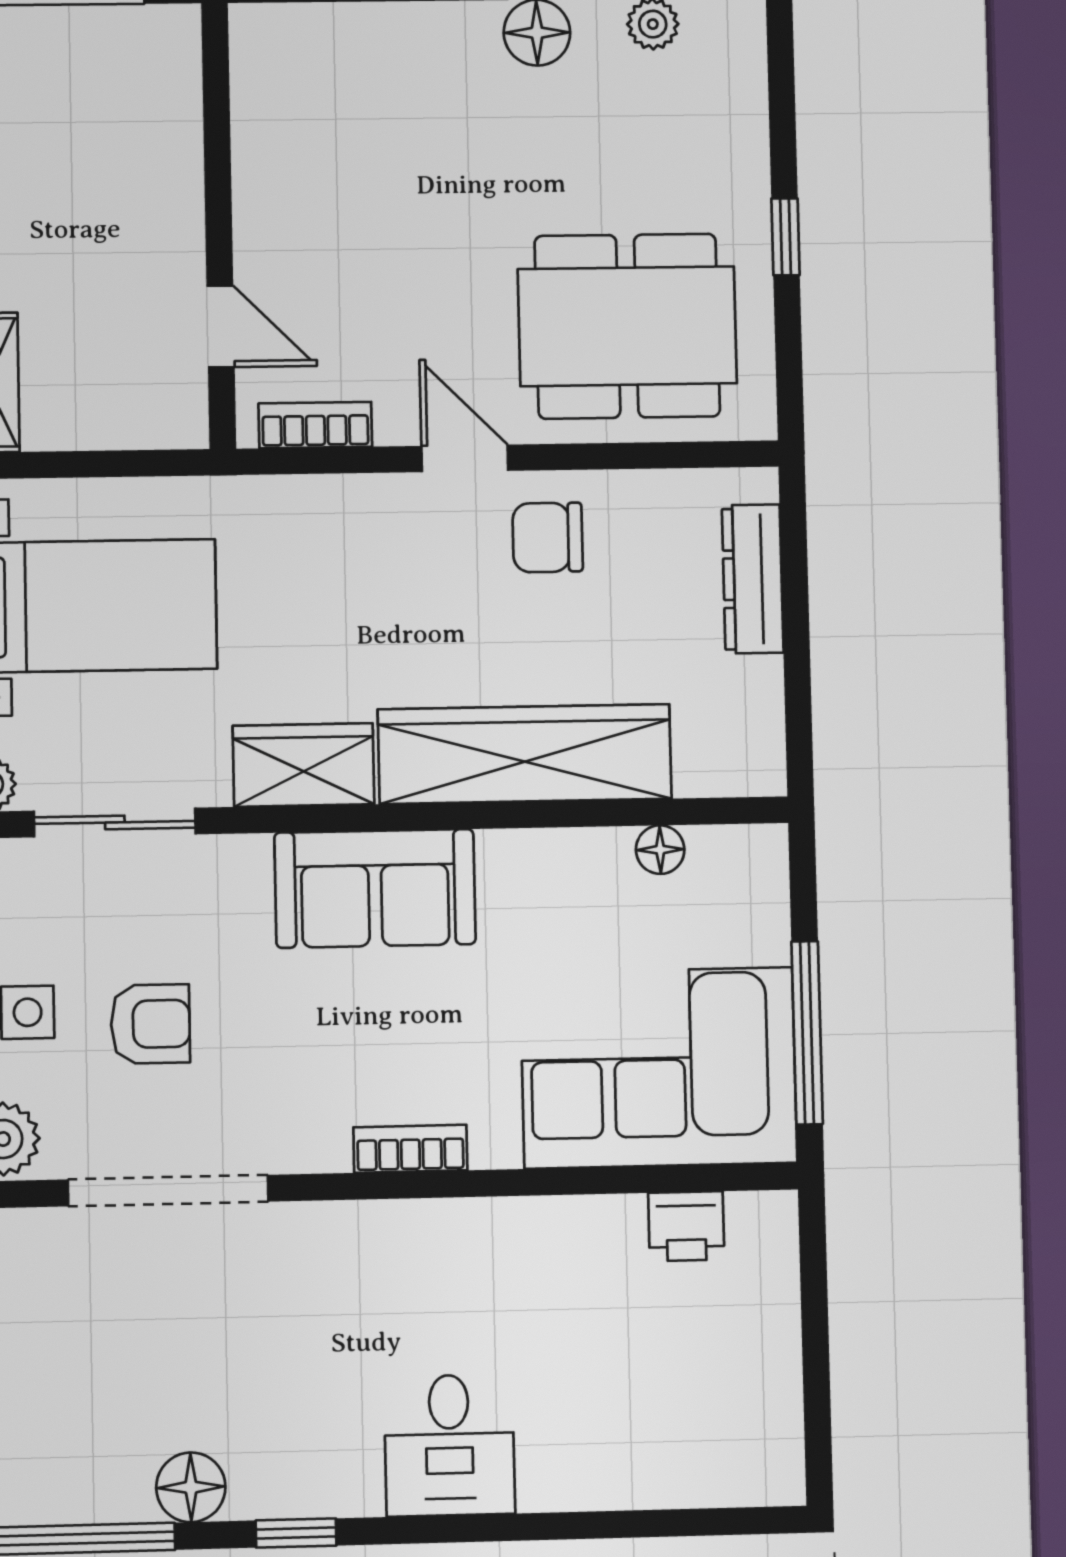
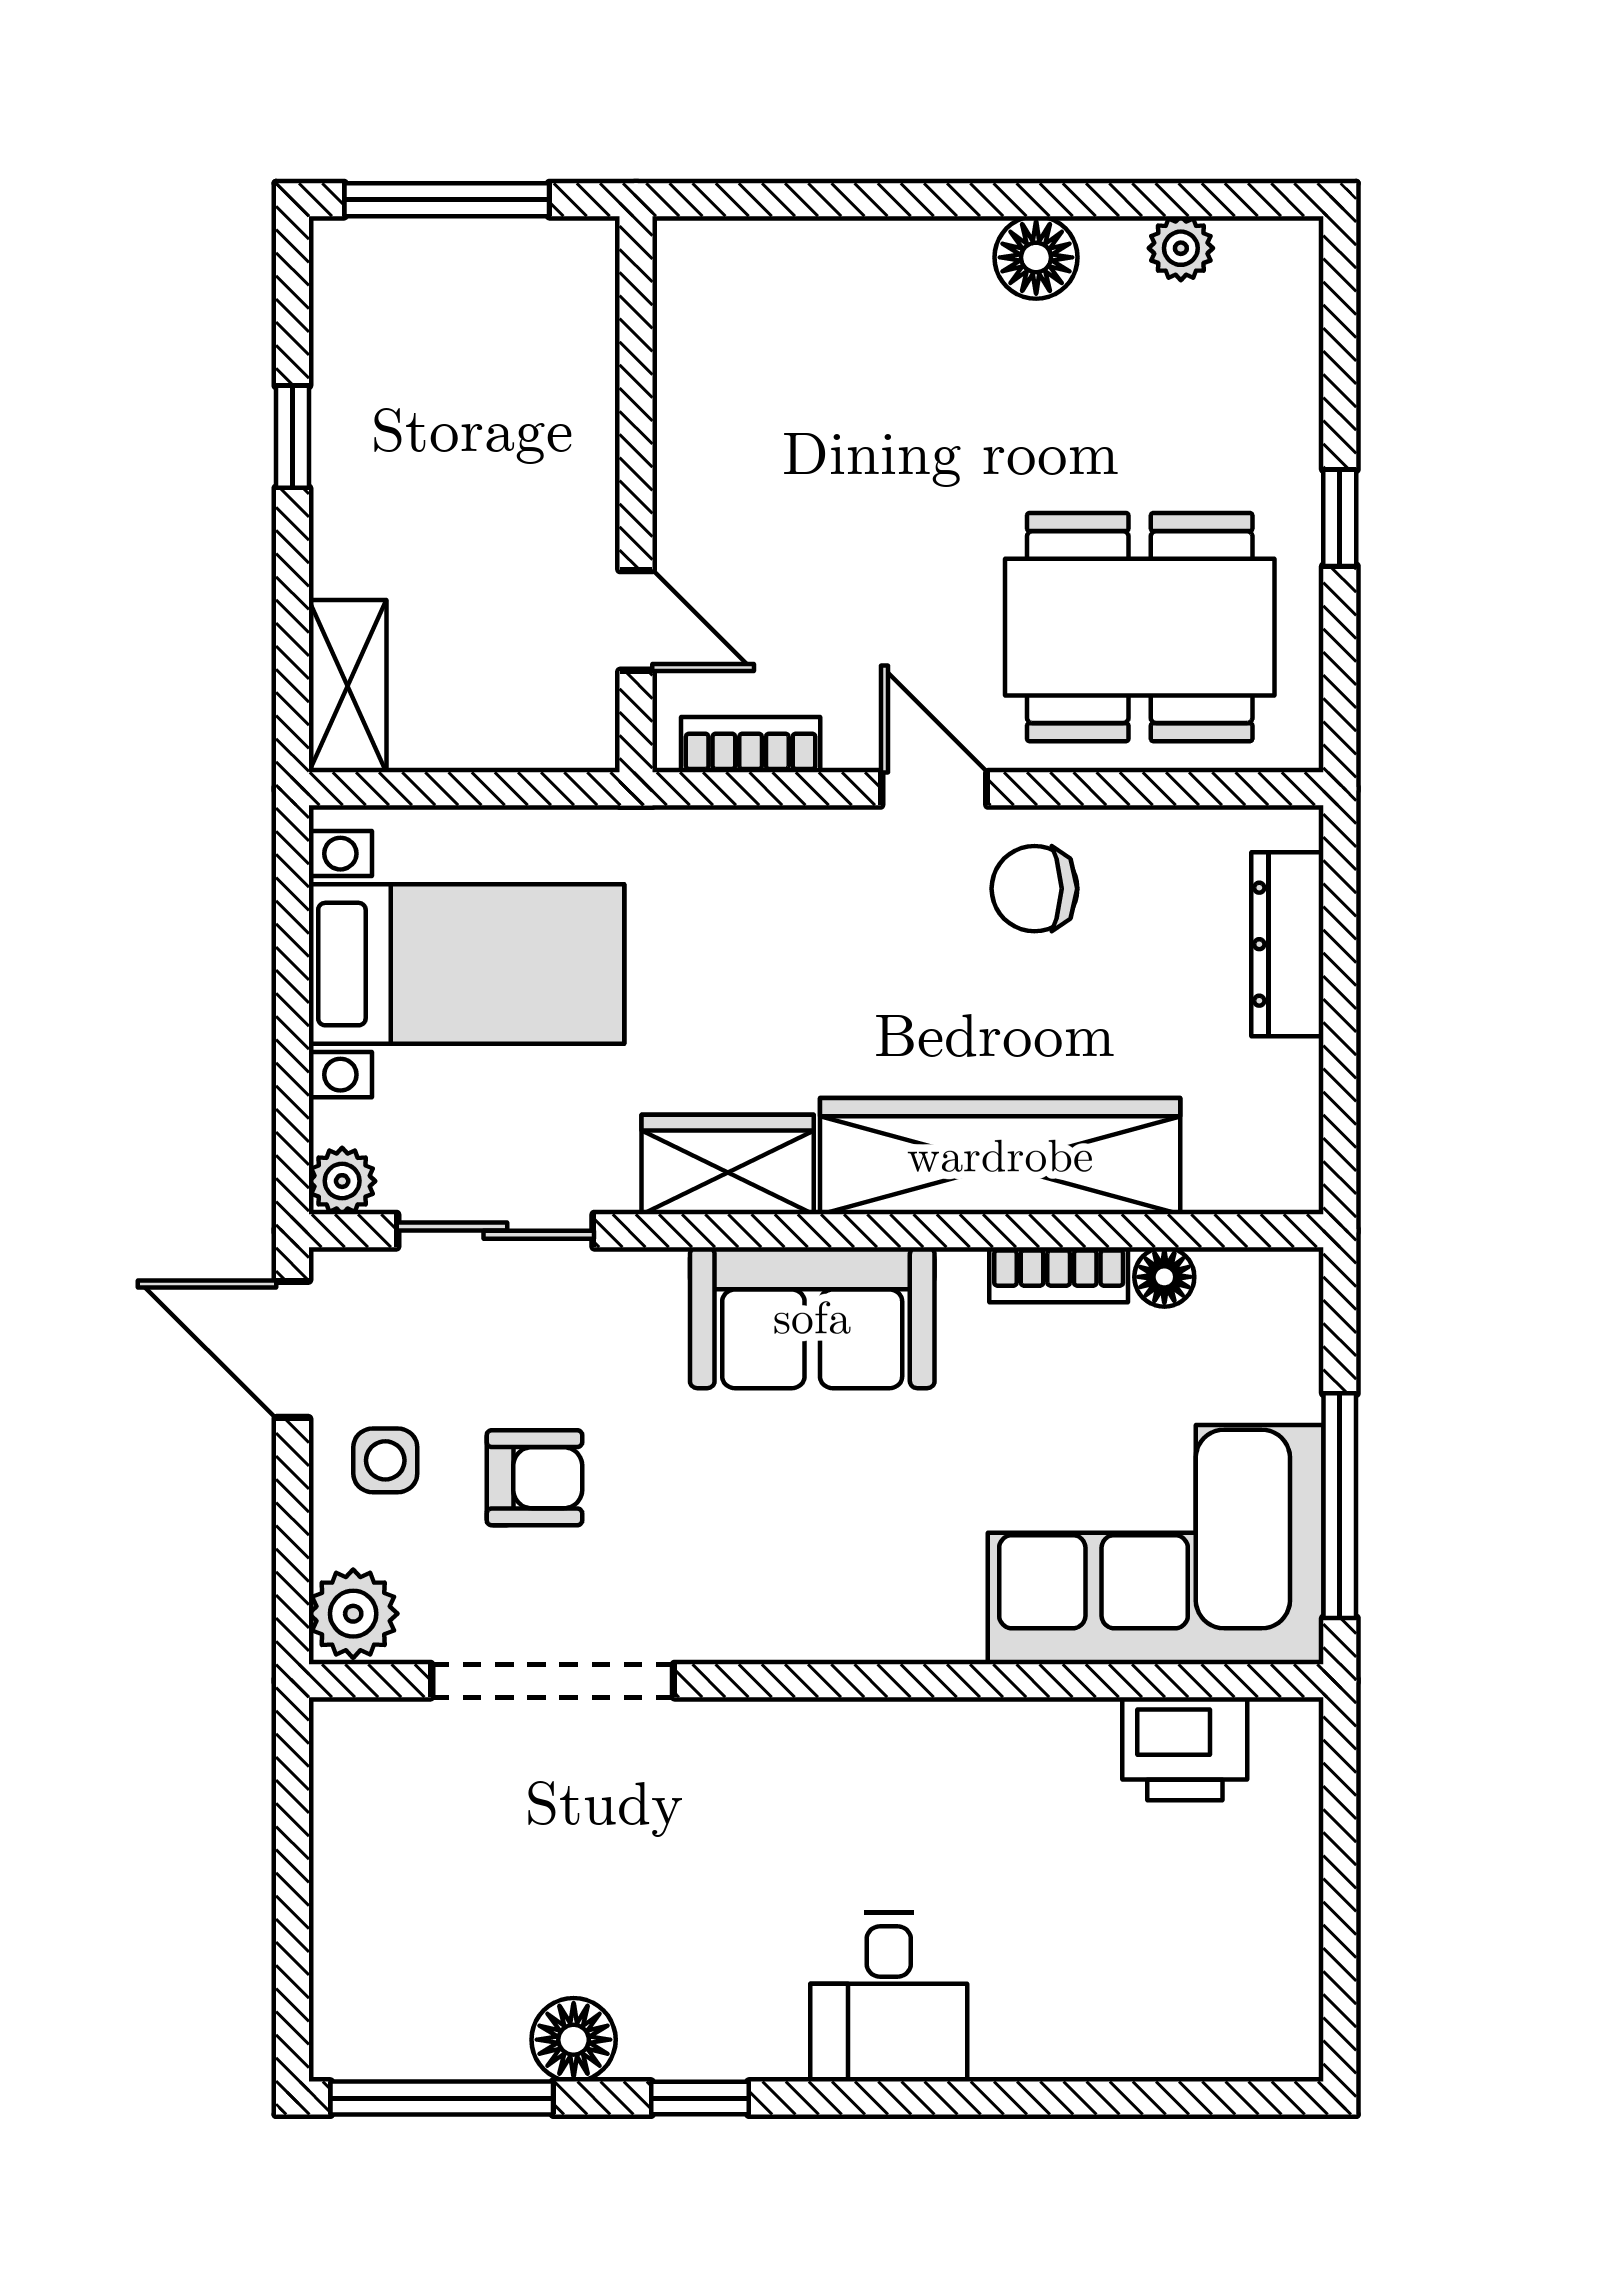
bookcase: (410, 1149) -> (1059, 1275), moved, turned 180
printer: (686, 1226) -> (1185, 1749), width x1.36, depth x1.24

